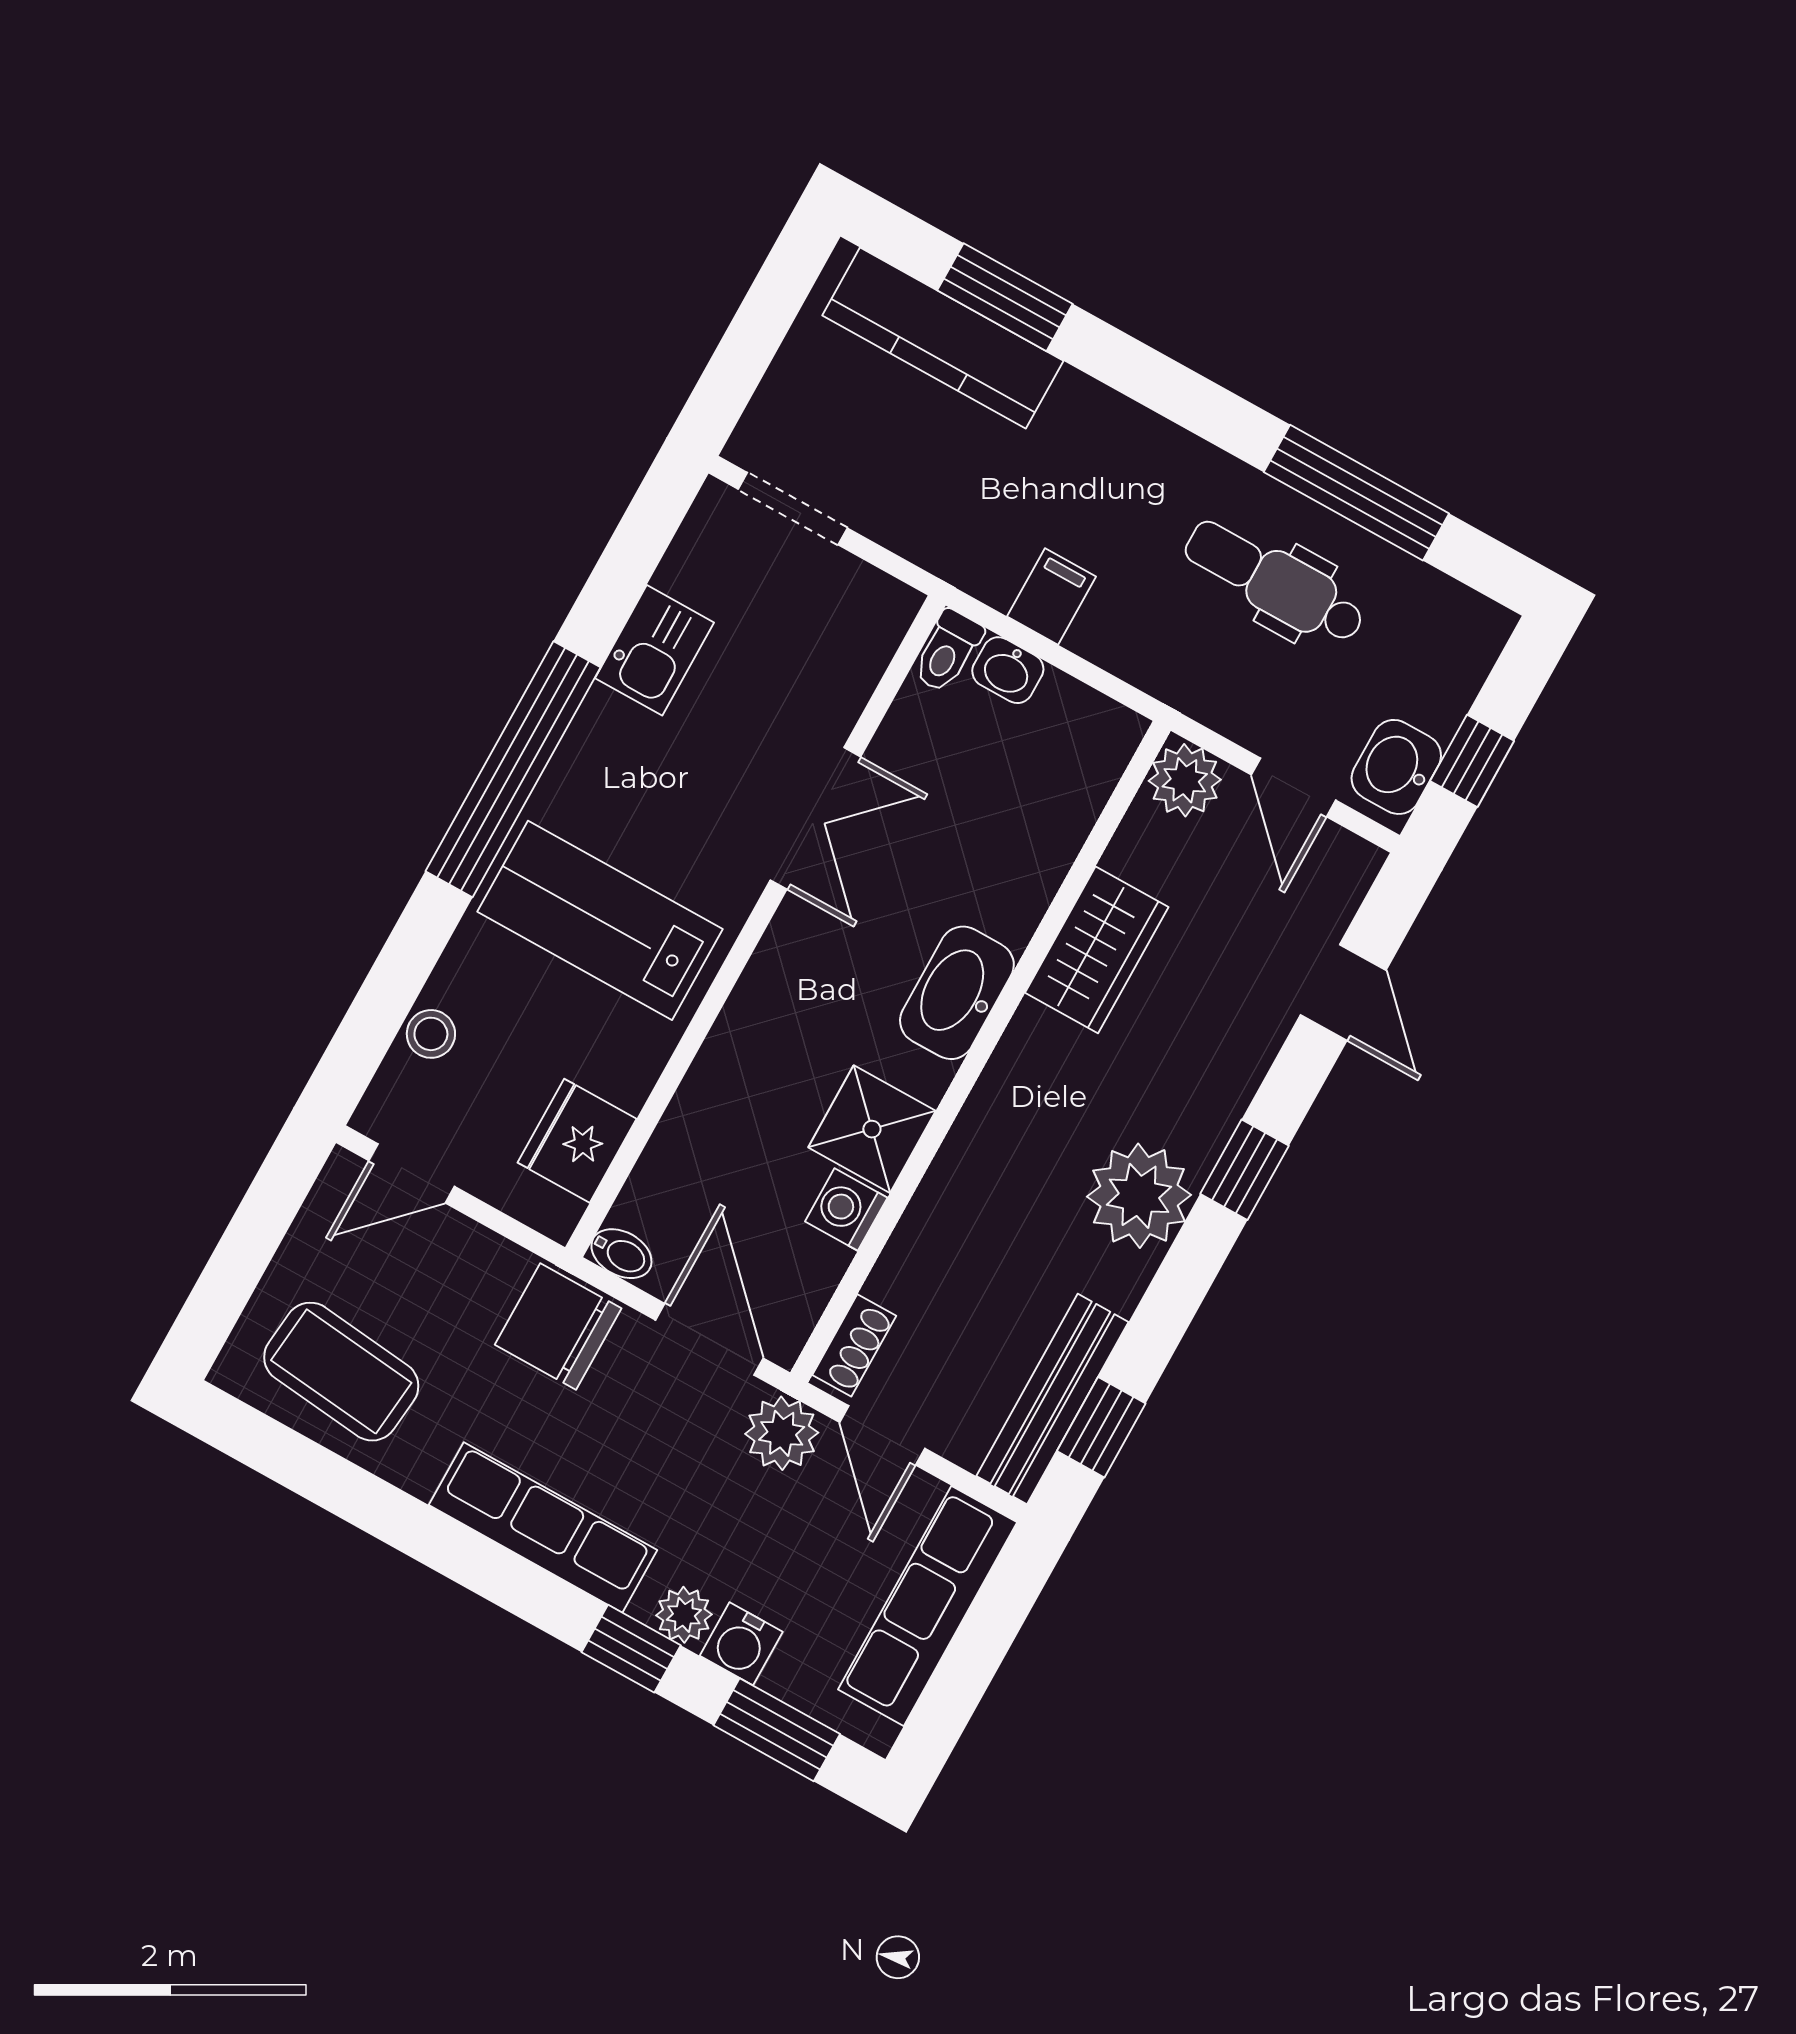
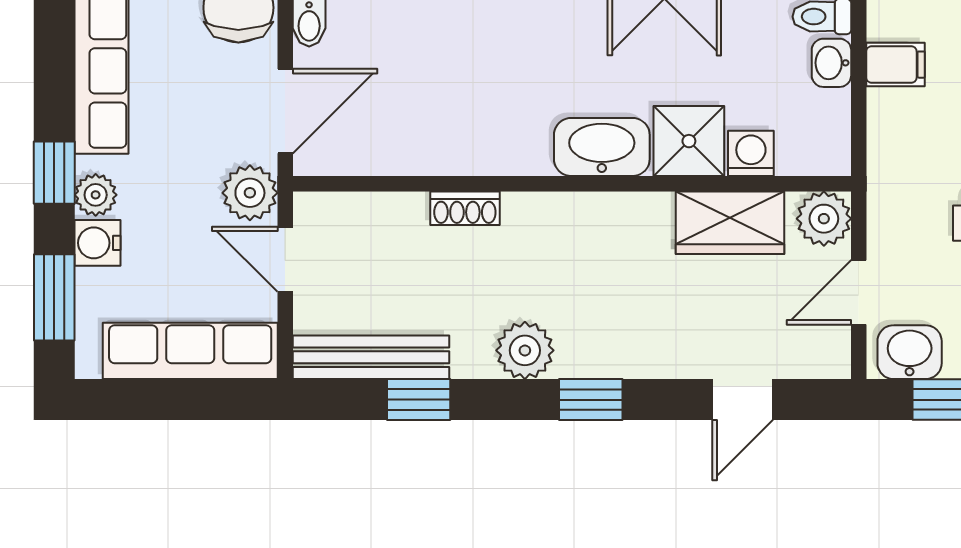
wardrobe: (1097, 950) -> (730, 223), moved
shower: (872, 1129) -> (689, 141), moved
plant: (1139, 1196) -> (525, 350), width x0.73, depth x0.73
washing machine: (846, 1210) -> (751, 153), moved
shoe rack: (854, 1345) -> (465, 208), moved
window: (1101, 1427) -> (419, 400), moved
door: (882, 1435) -> (285, 259), hinge flipped

